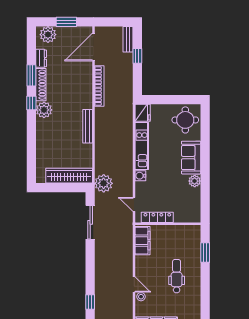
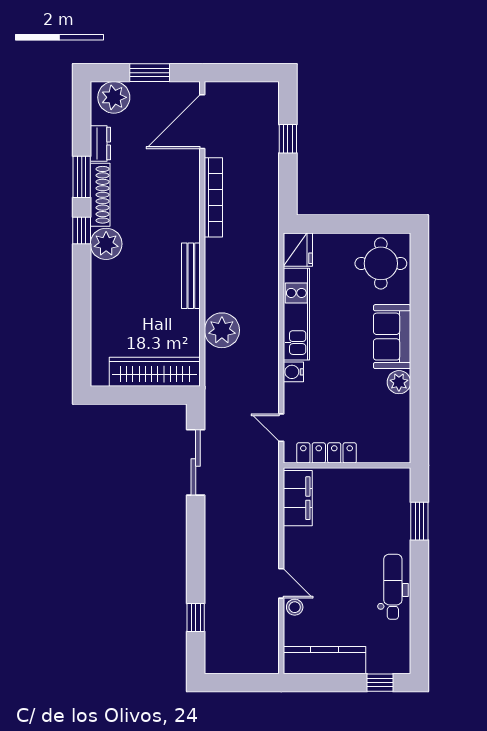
bench: (128, 39) -> (269, 106), removed
plant: (104, 183) -> (222, 330), moved
dental chair: (177, 276) -> (393, 587), moved

